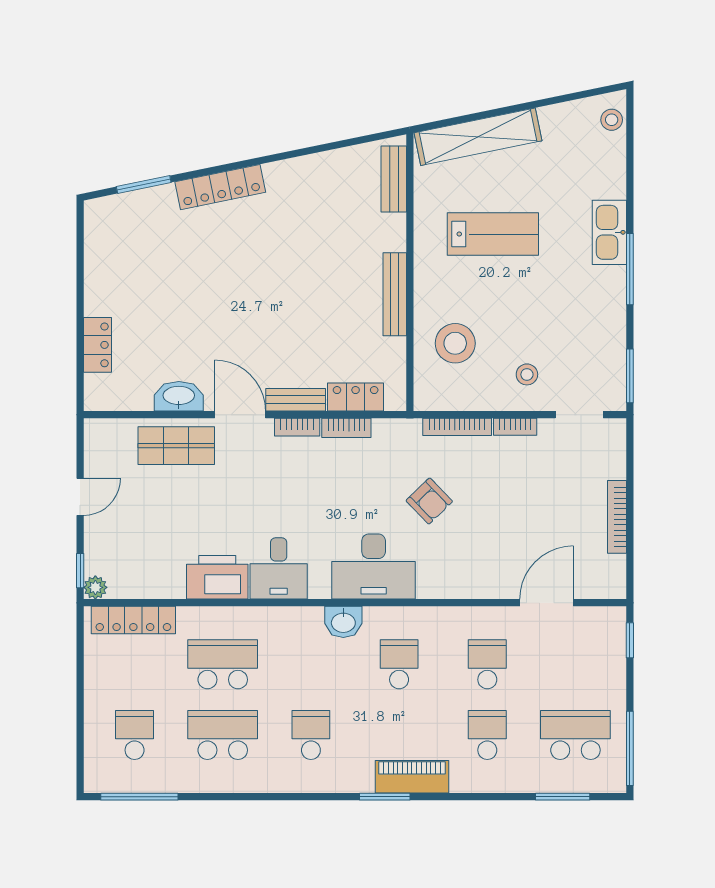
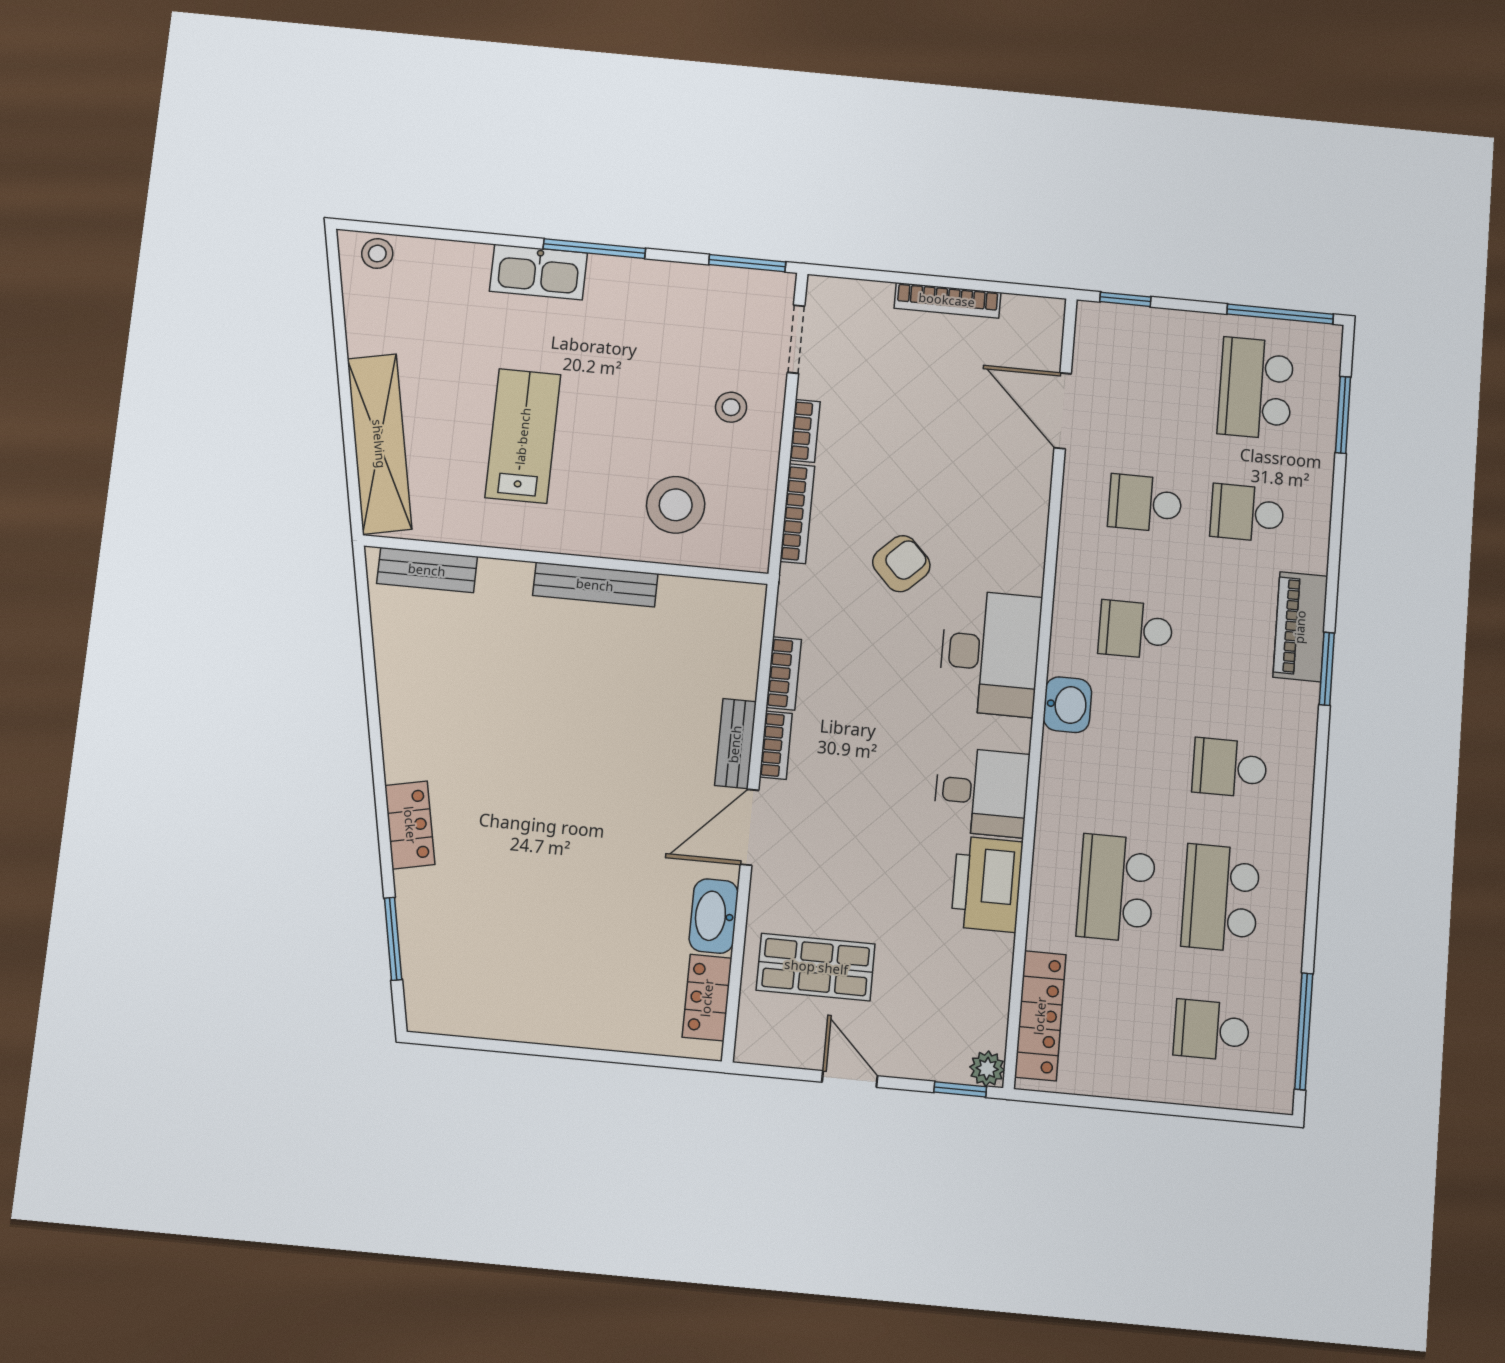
locker: (220, 187) -> (410, 825), width x0.66
locker: (98, 345) -> (707, 998), moved, turned -90
locker: (356, 397) -> (740, 656), removed
shop shelf: (176, 446) -> (816, 967), moved, turned 90

